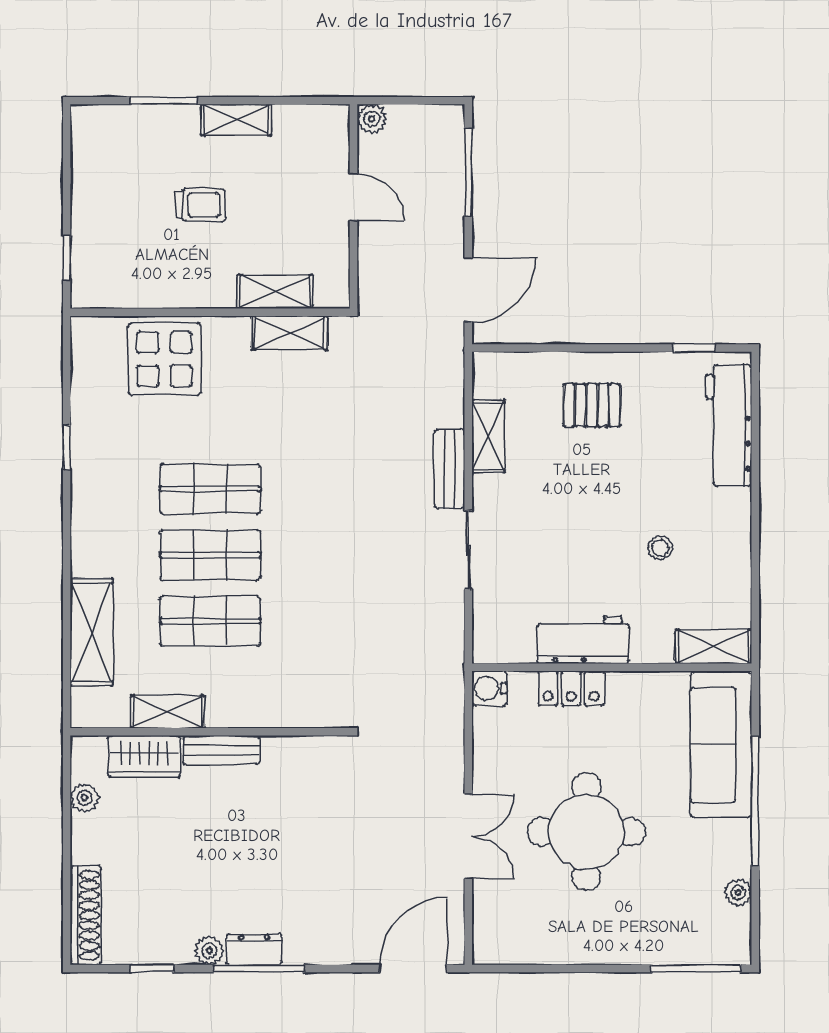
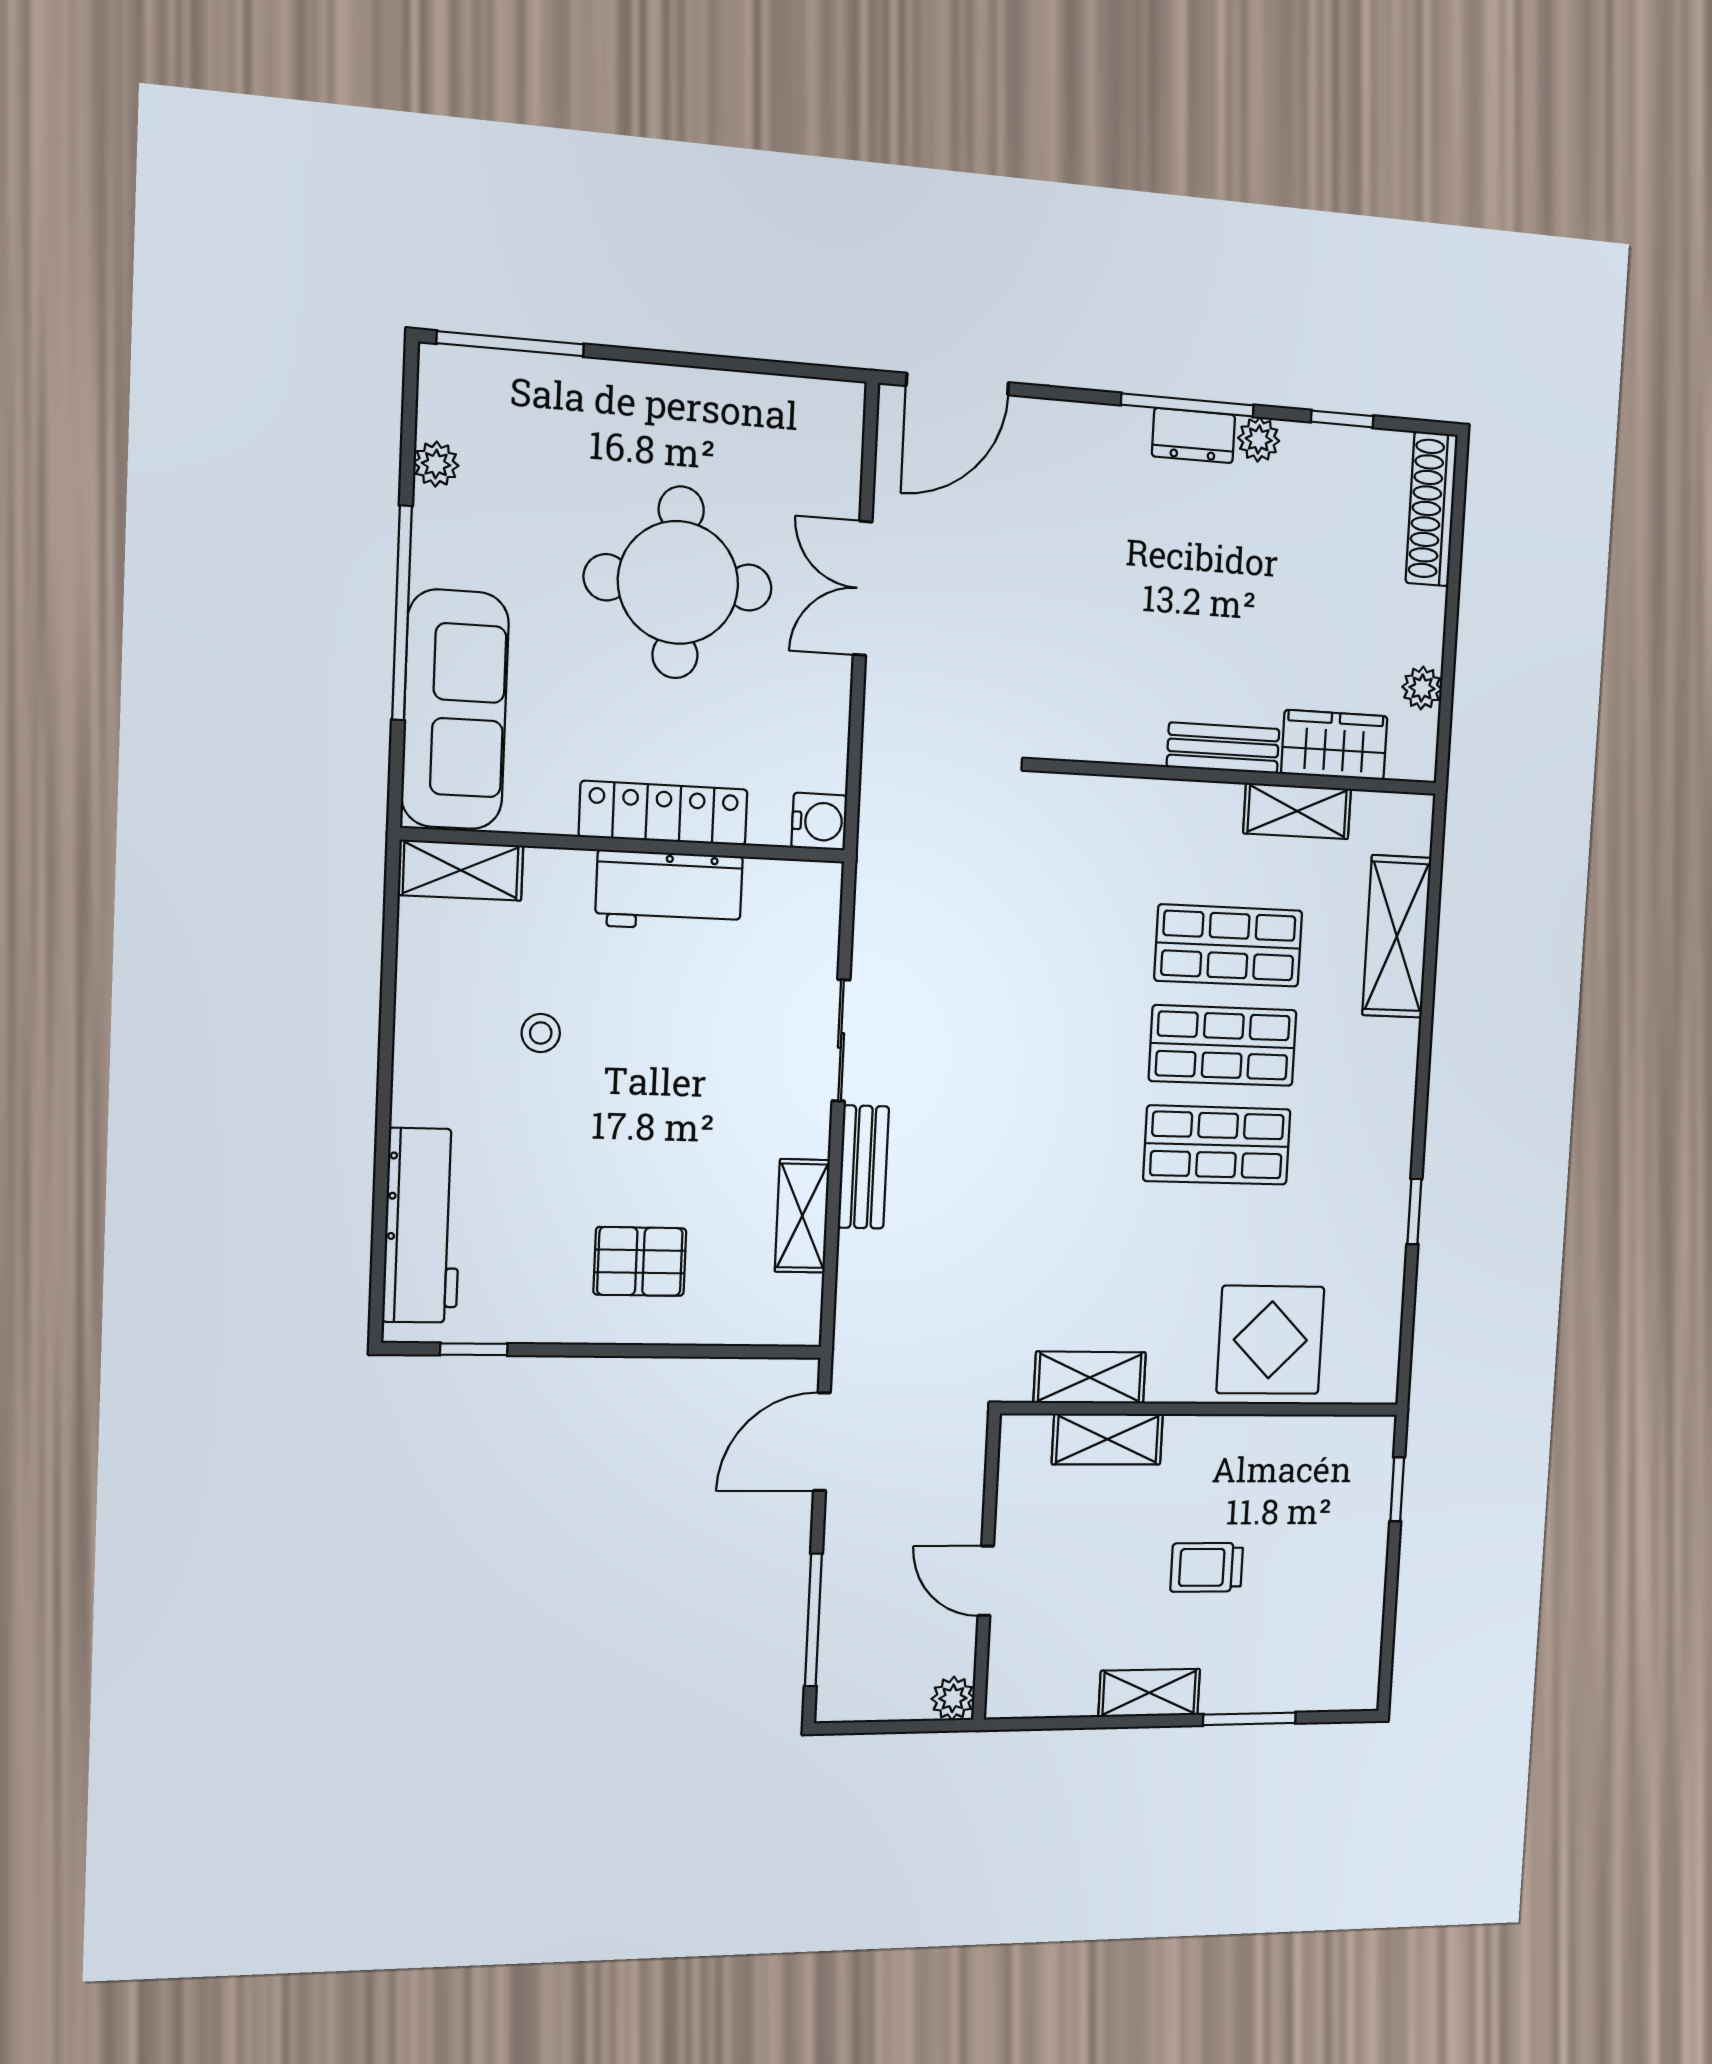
locker: (571, 688) -> (663, 813), width x1.53

